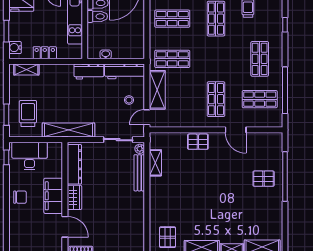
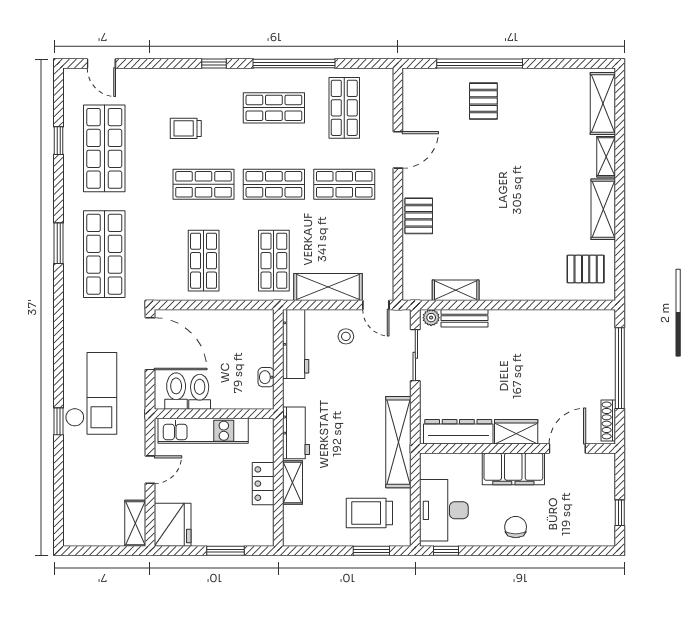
water cooler: (15, 48) -> (254, 536), removed
shop shelf: (216, 59) -> (274, 184), added
shelving: (26, 69) -> (292, 482), moved
workbench: (89, 72) -> (296, 433), moved
window: (285, 90) -> (294, 64), moved
bench: (139, 173) -> (465, 318), width x0.73

